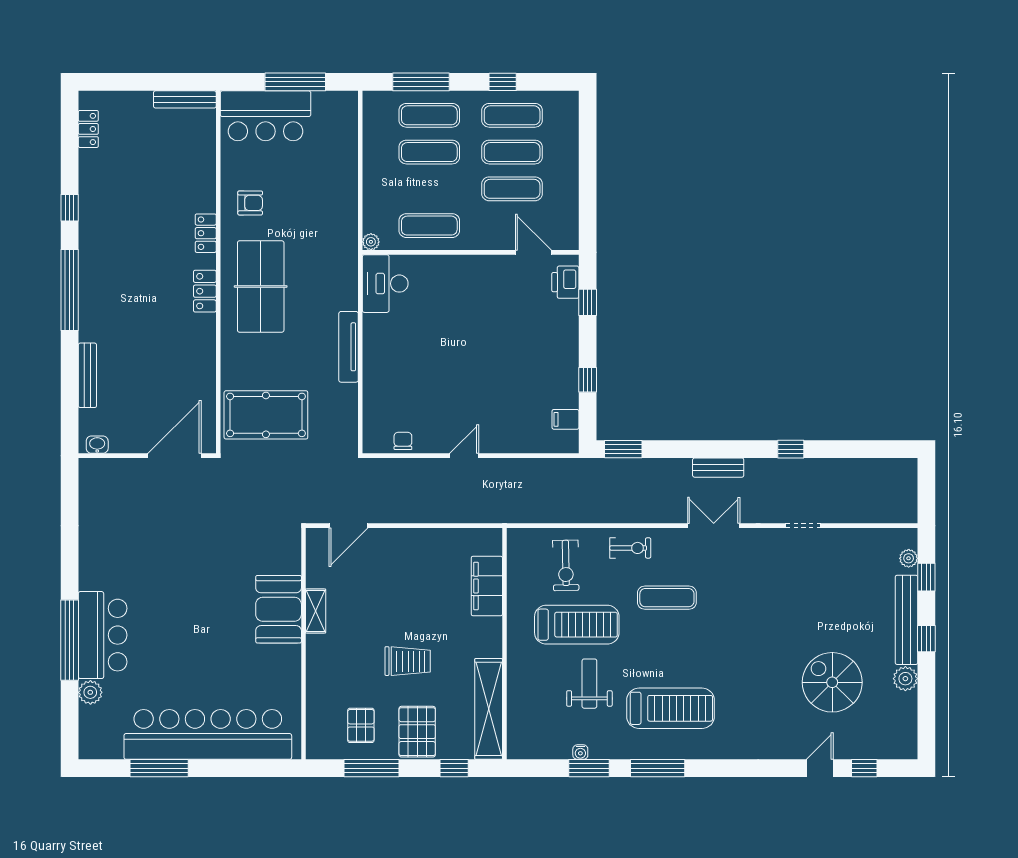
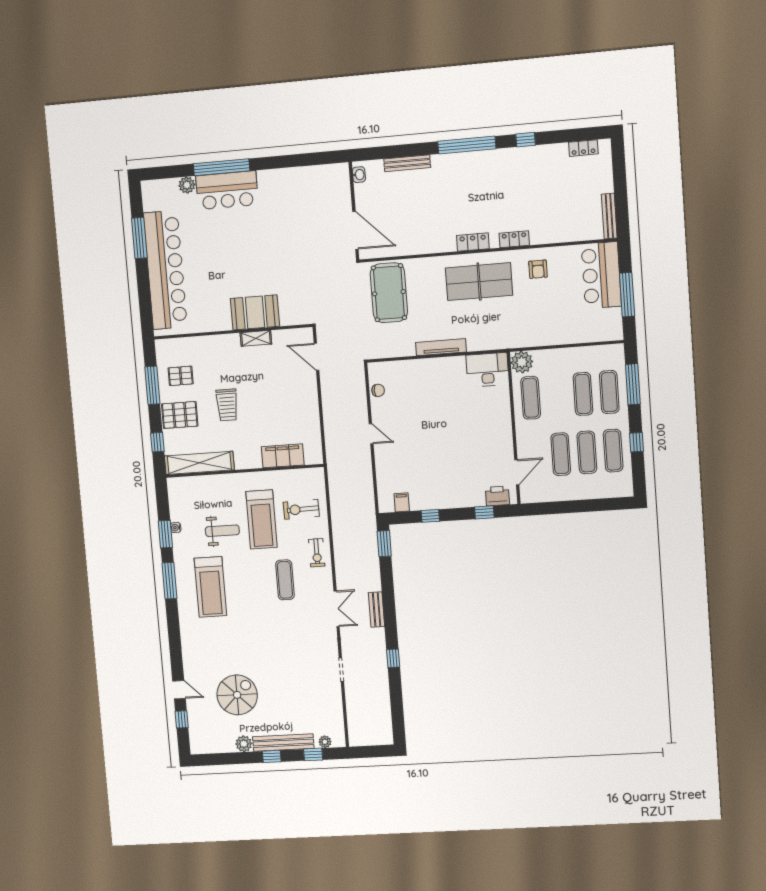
plant: (371, 242) -> (522, 362), width x1.87, depth x1.87

